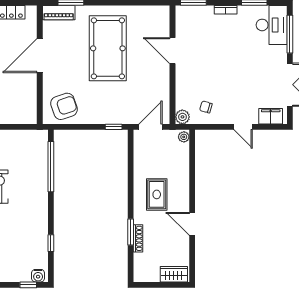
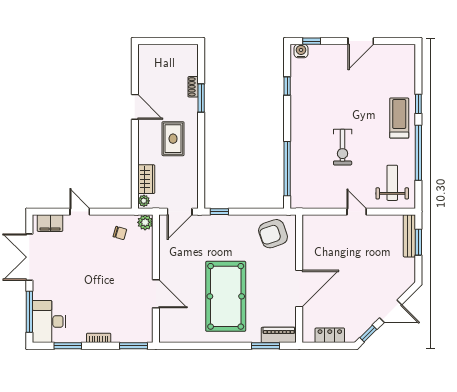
shoe rack: (138, 238) -> (193, 87), width x0.70
wardrobe: (174, 274) -> (146, 179), moved, turned -90

